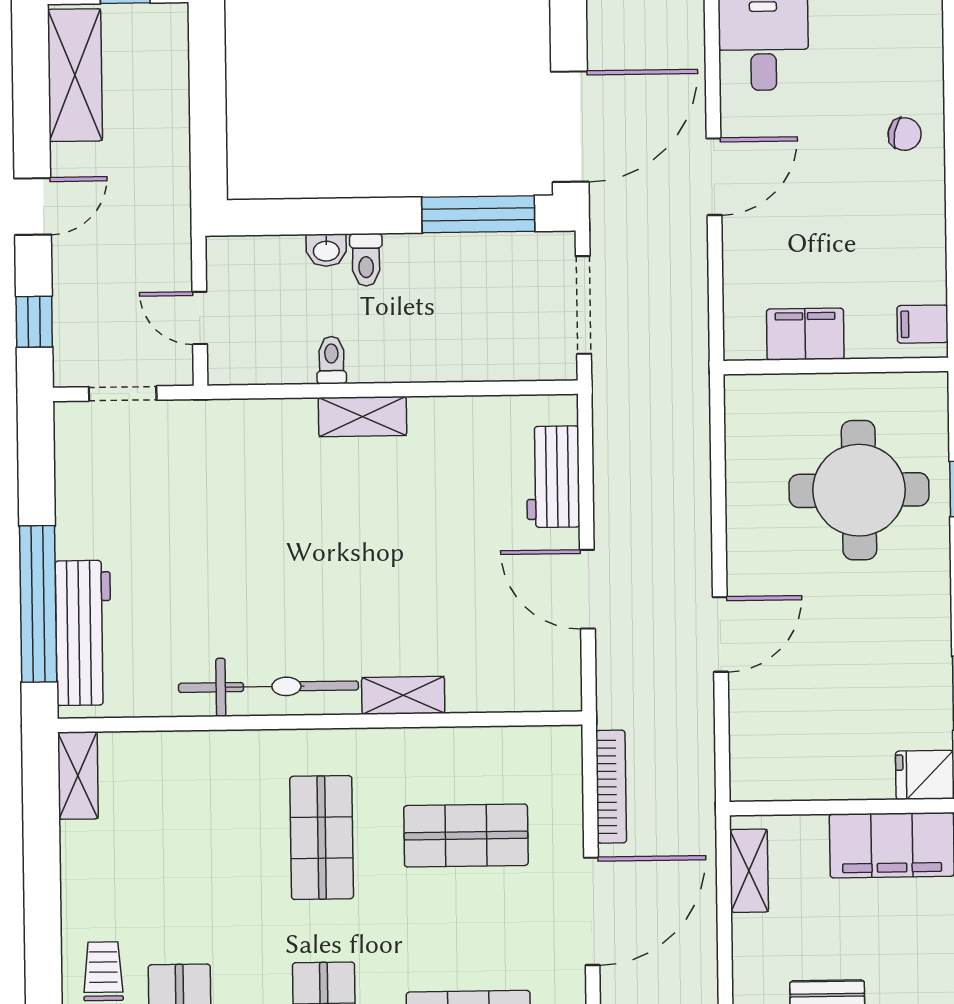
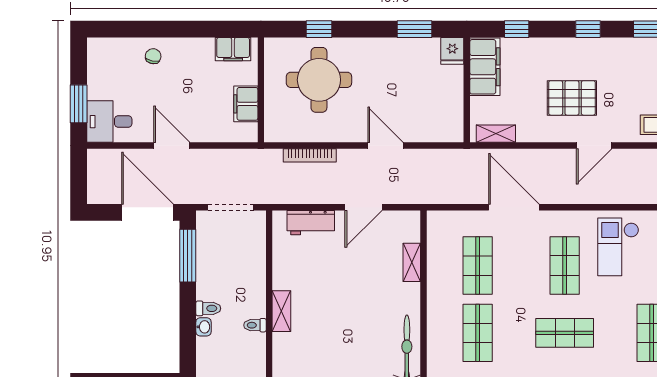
filing cabinet: (923, 324) -> (233, 49), width x2.00
shelving: (403, 695) -> (412, 262), moved
bookcase: (611, 787) -> (310, 155), moved, turned 180
shop shelf: (322, 838) -> (478, 333), turned 90

